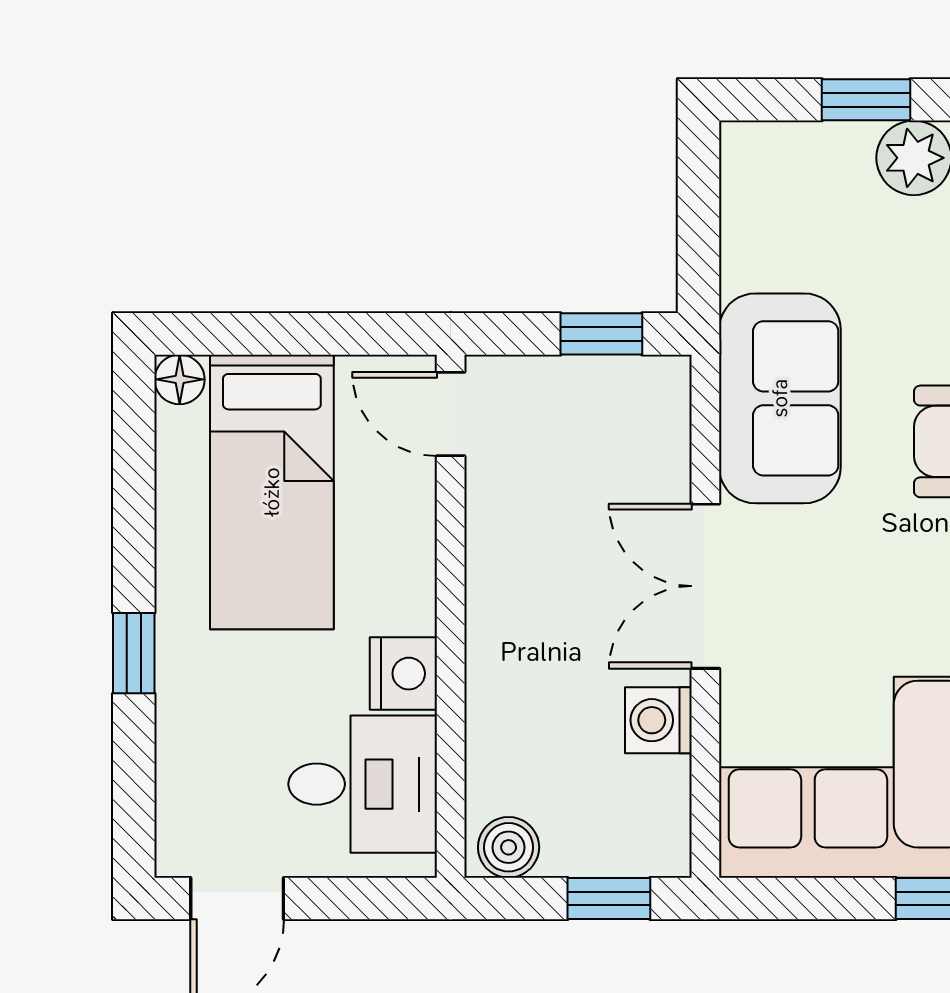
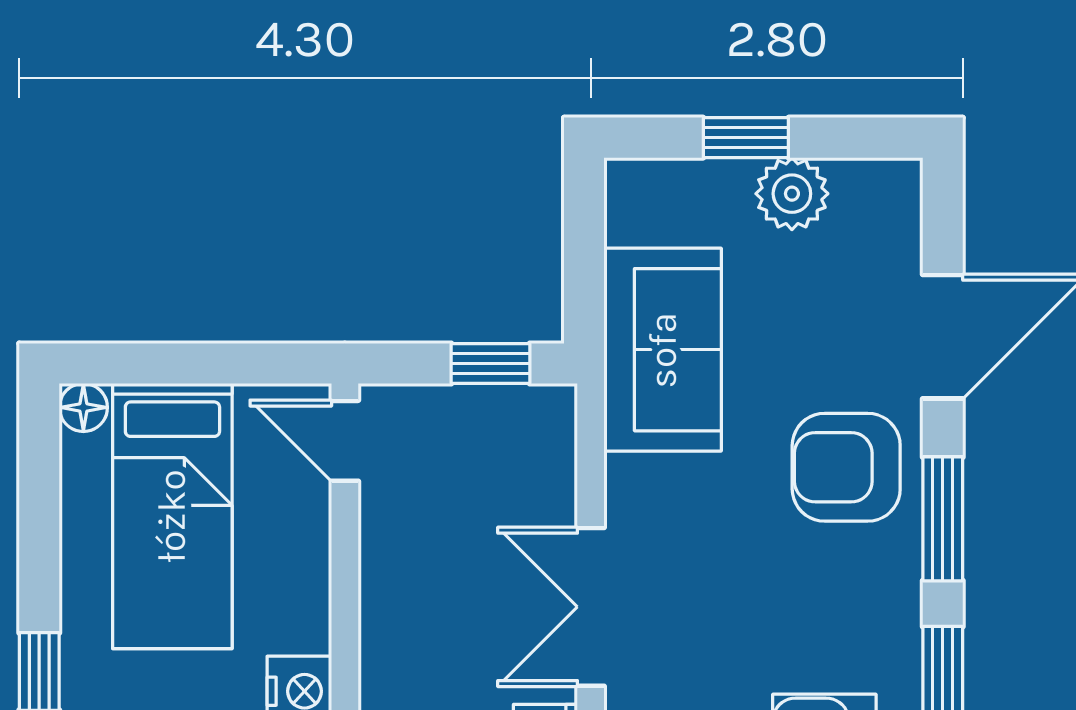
sofa: (780, 398) -> (663, 350), moved

